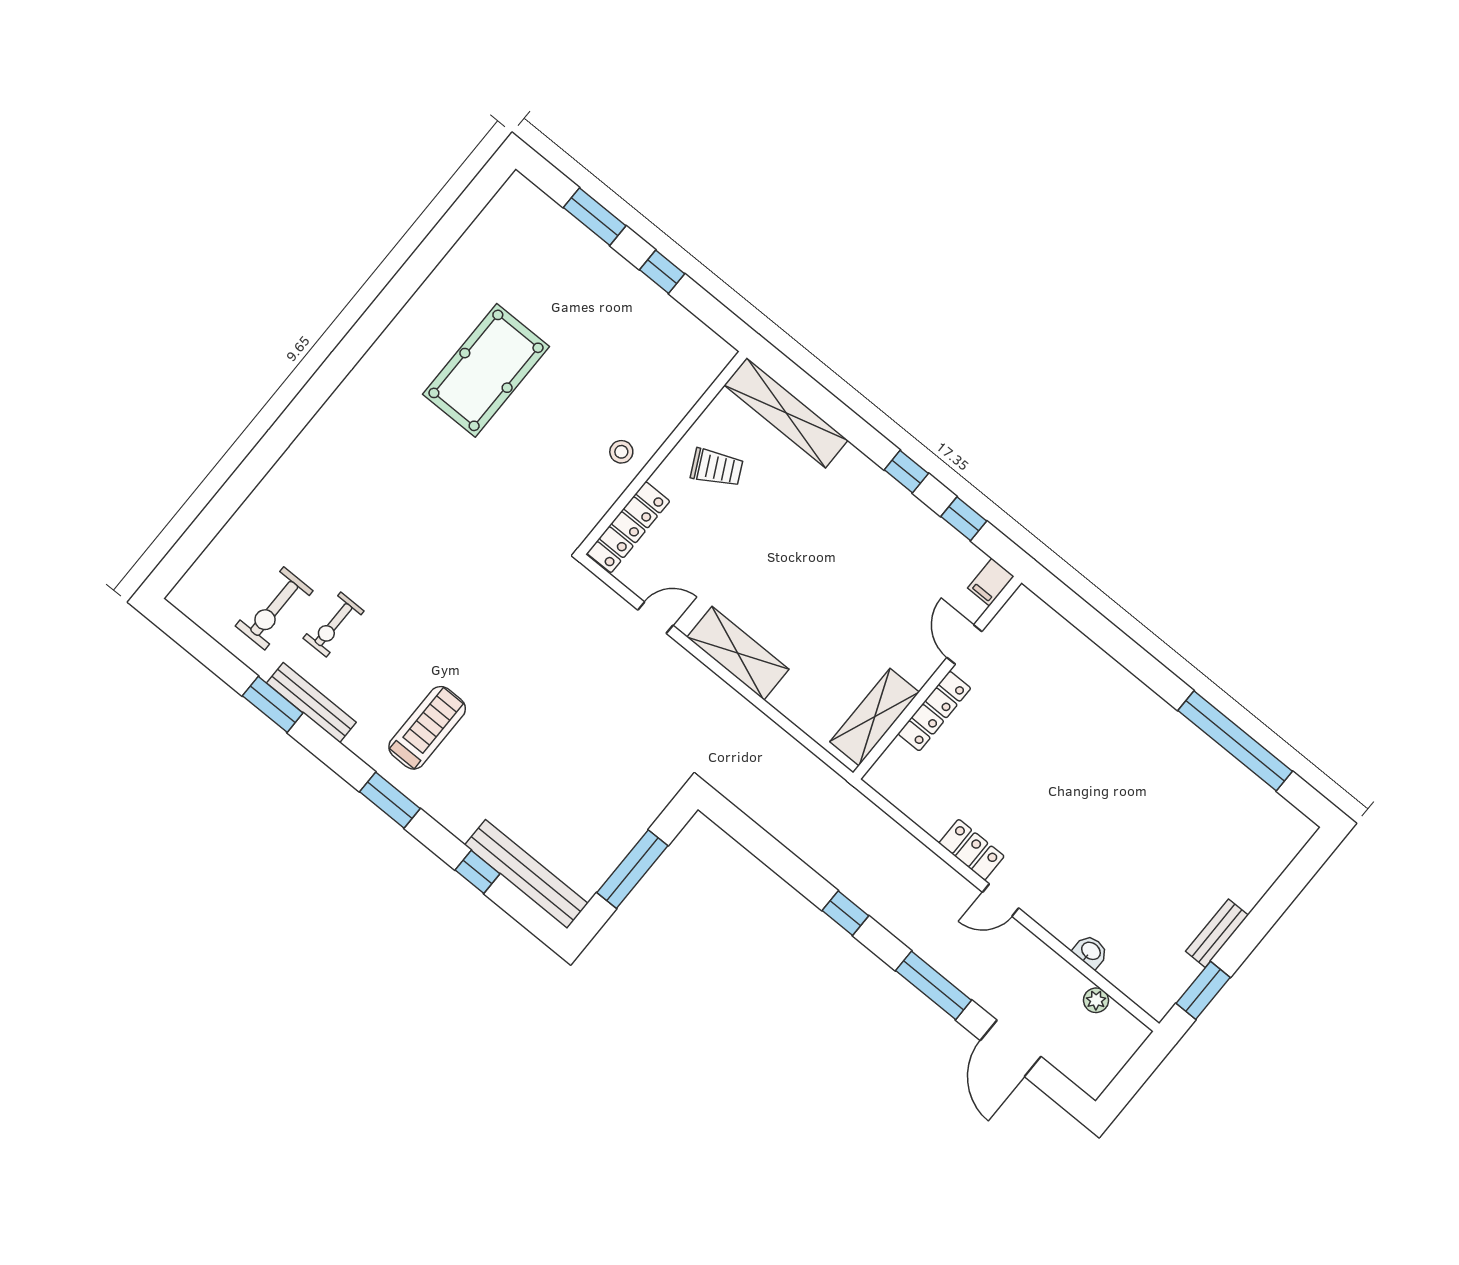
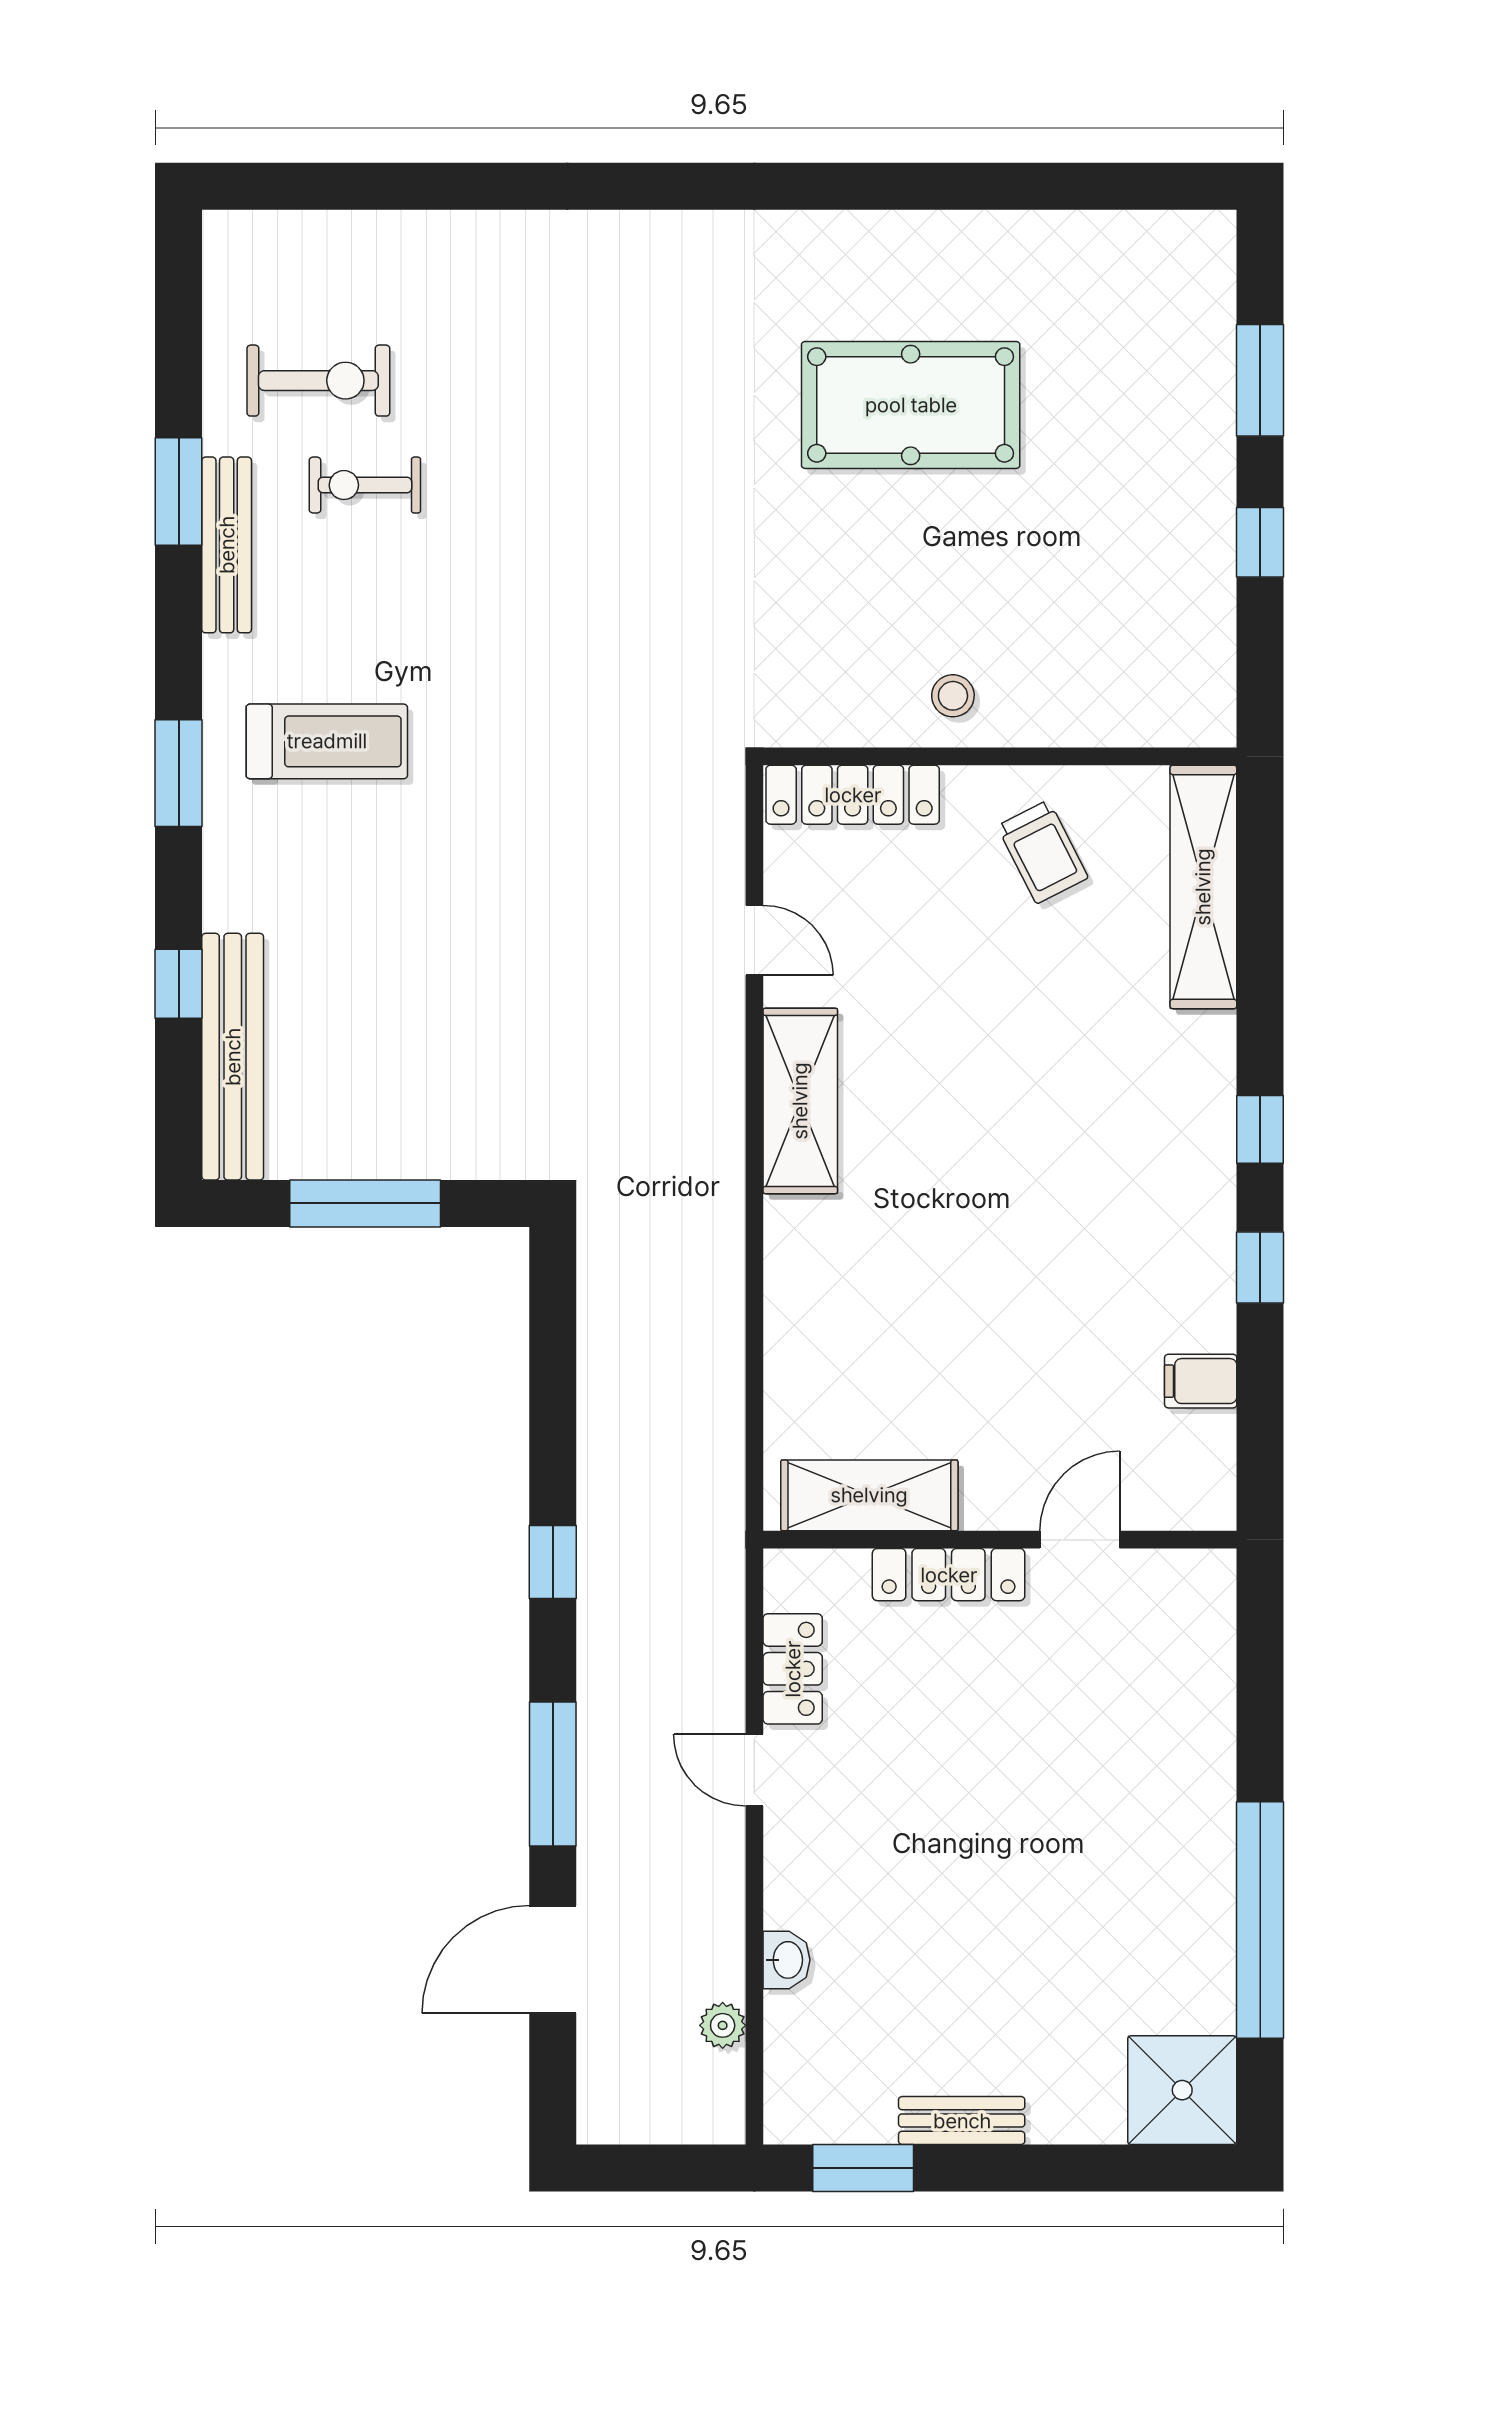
exercise bike: (274, 608) -> (318, 381), turned 180
door: (964, 644) -> (1080, 1540), moved
wall: (937, 678) -> (1000, 1540), moved
locker: (934, 711) -> (949, 1575), moved
shelving: (874, 717) -> (869, 1495), moved
shower: (1279, 831) -> (1182, 2090), added

